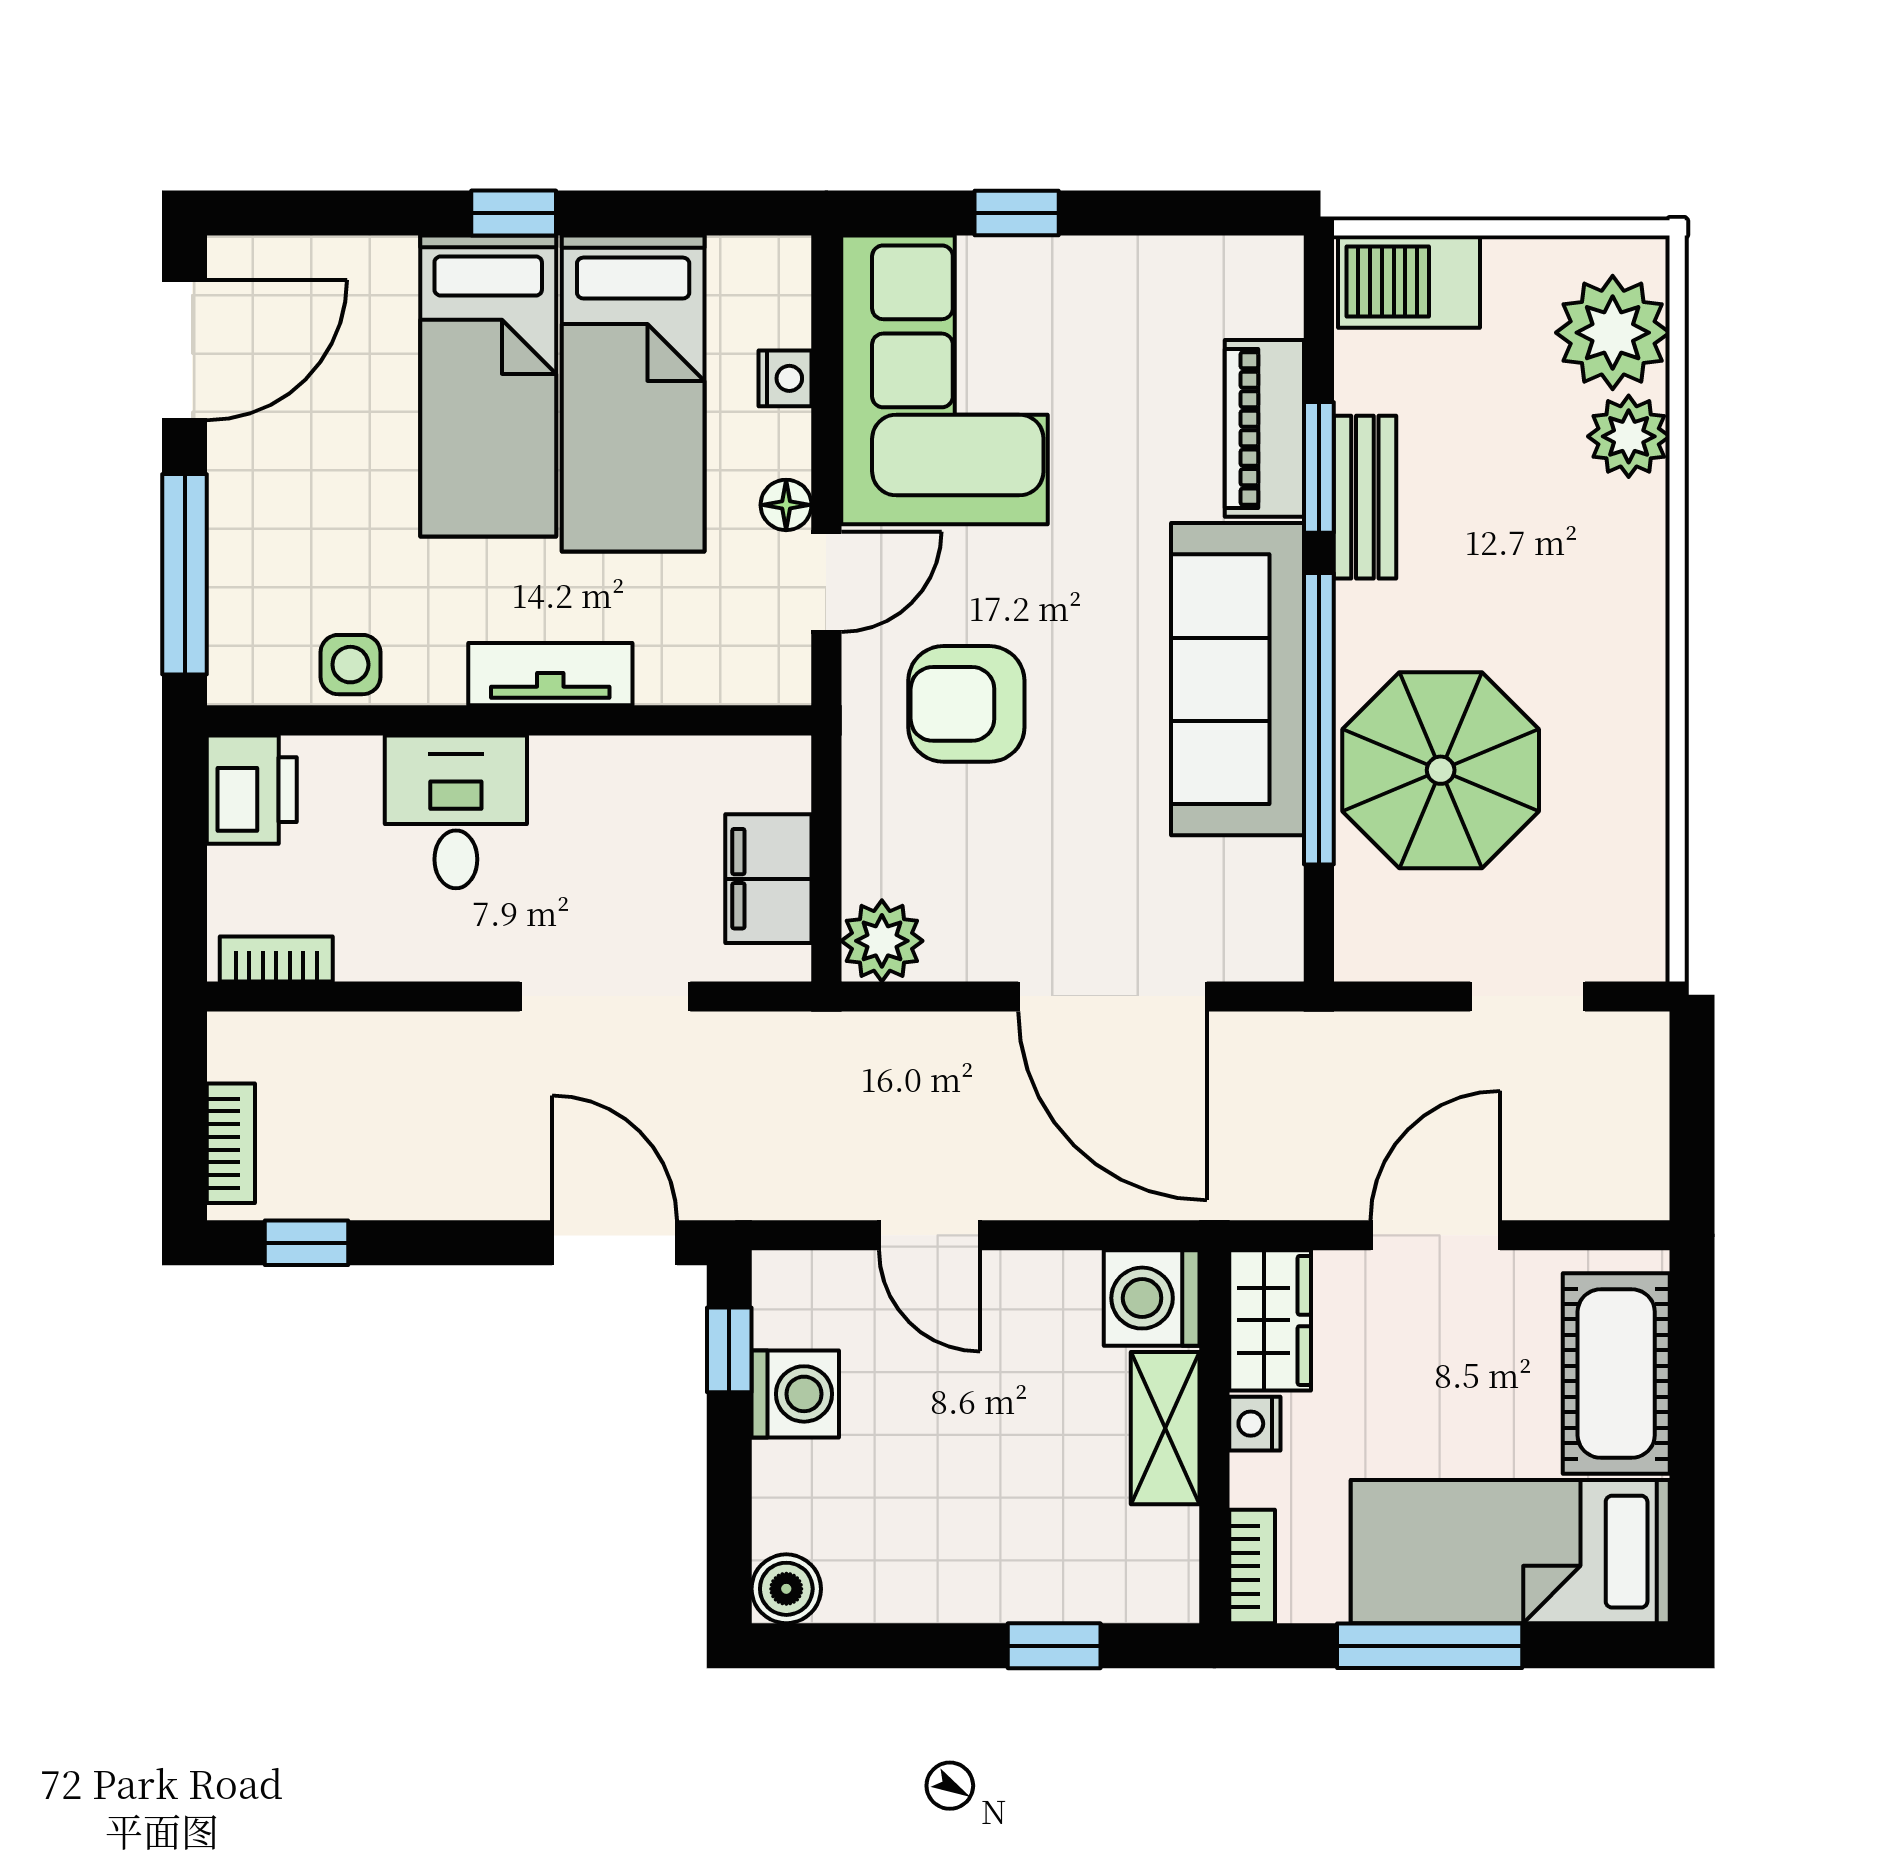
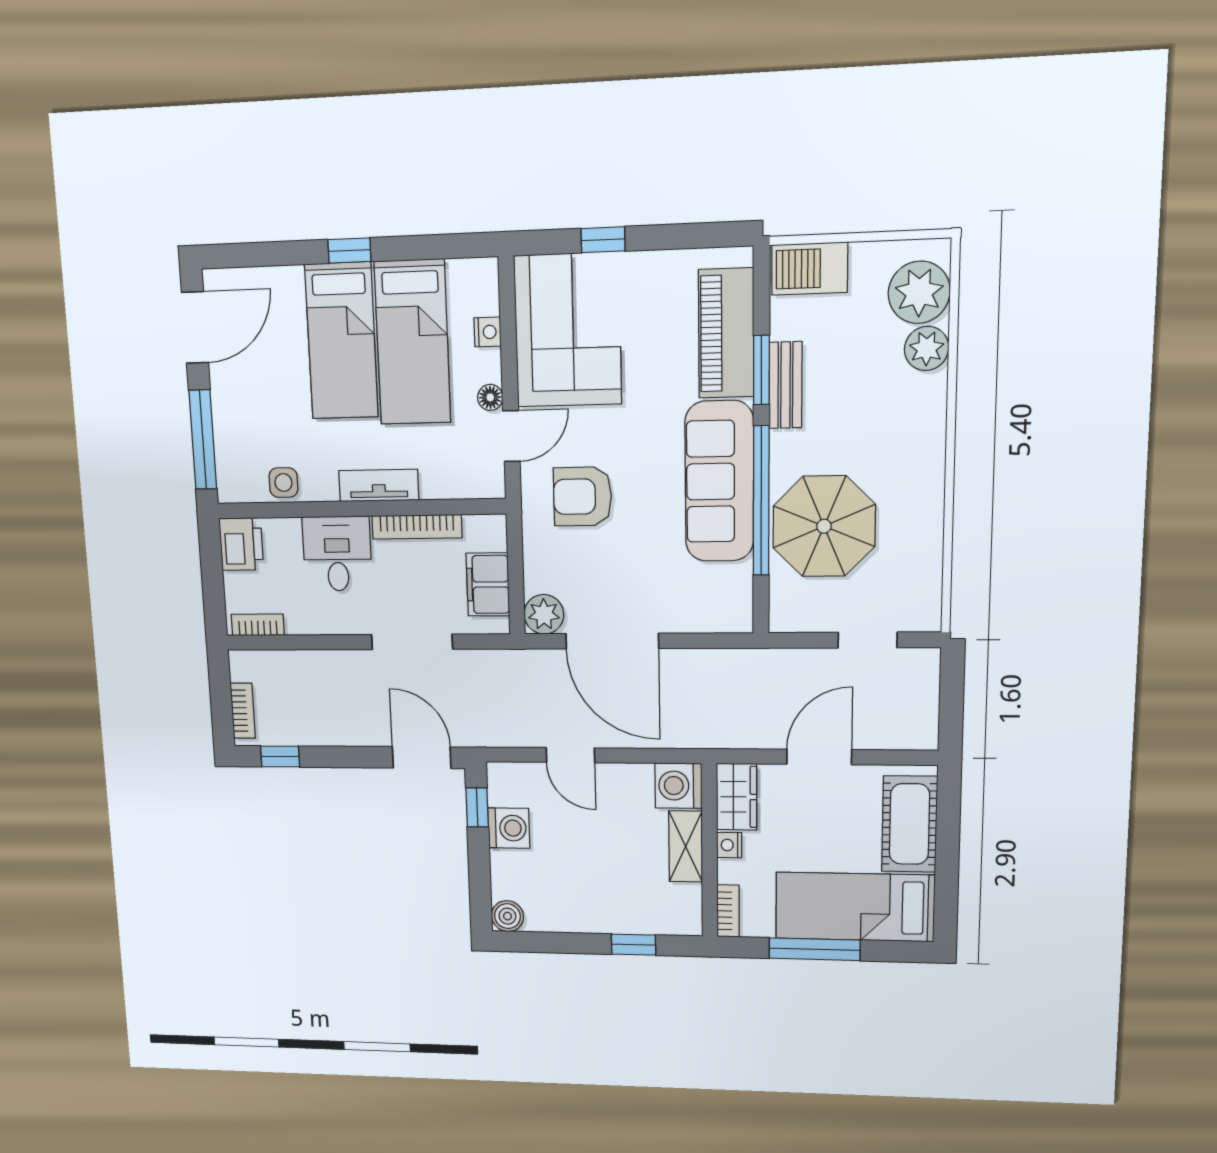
piano: (1264, 428) -> (726, 333), width x1.37, depth x1.33
bookcase: (626, 759) -> (417, 527), added
door: (1112, 996) -> (612, 641), moved

